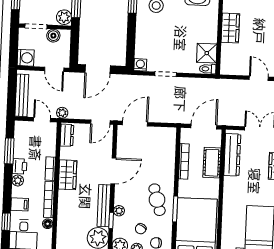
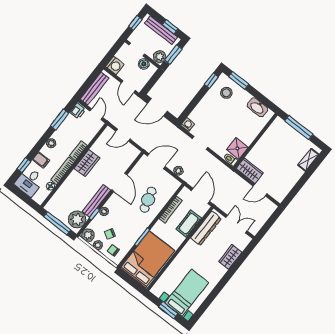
wardrobe: (230, 28) -> (250, 171), moved, turned -90
door: (259, 78) -> (260, 190), swing flipped
plant: (62, 113) -> (178, 171), moved
door: (100, 122) -> (123, 135), moved
door: (204, 127) -> (201, 196), hinge flipped
dresser: (67, 135) -> (105, 137), removed
printer: (20, 166) -> (78, 111), moved
door: (113, 171) -> (119, 182), hinge flipped
cafe table: (157, 200) -> (148, 200), moved

